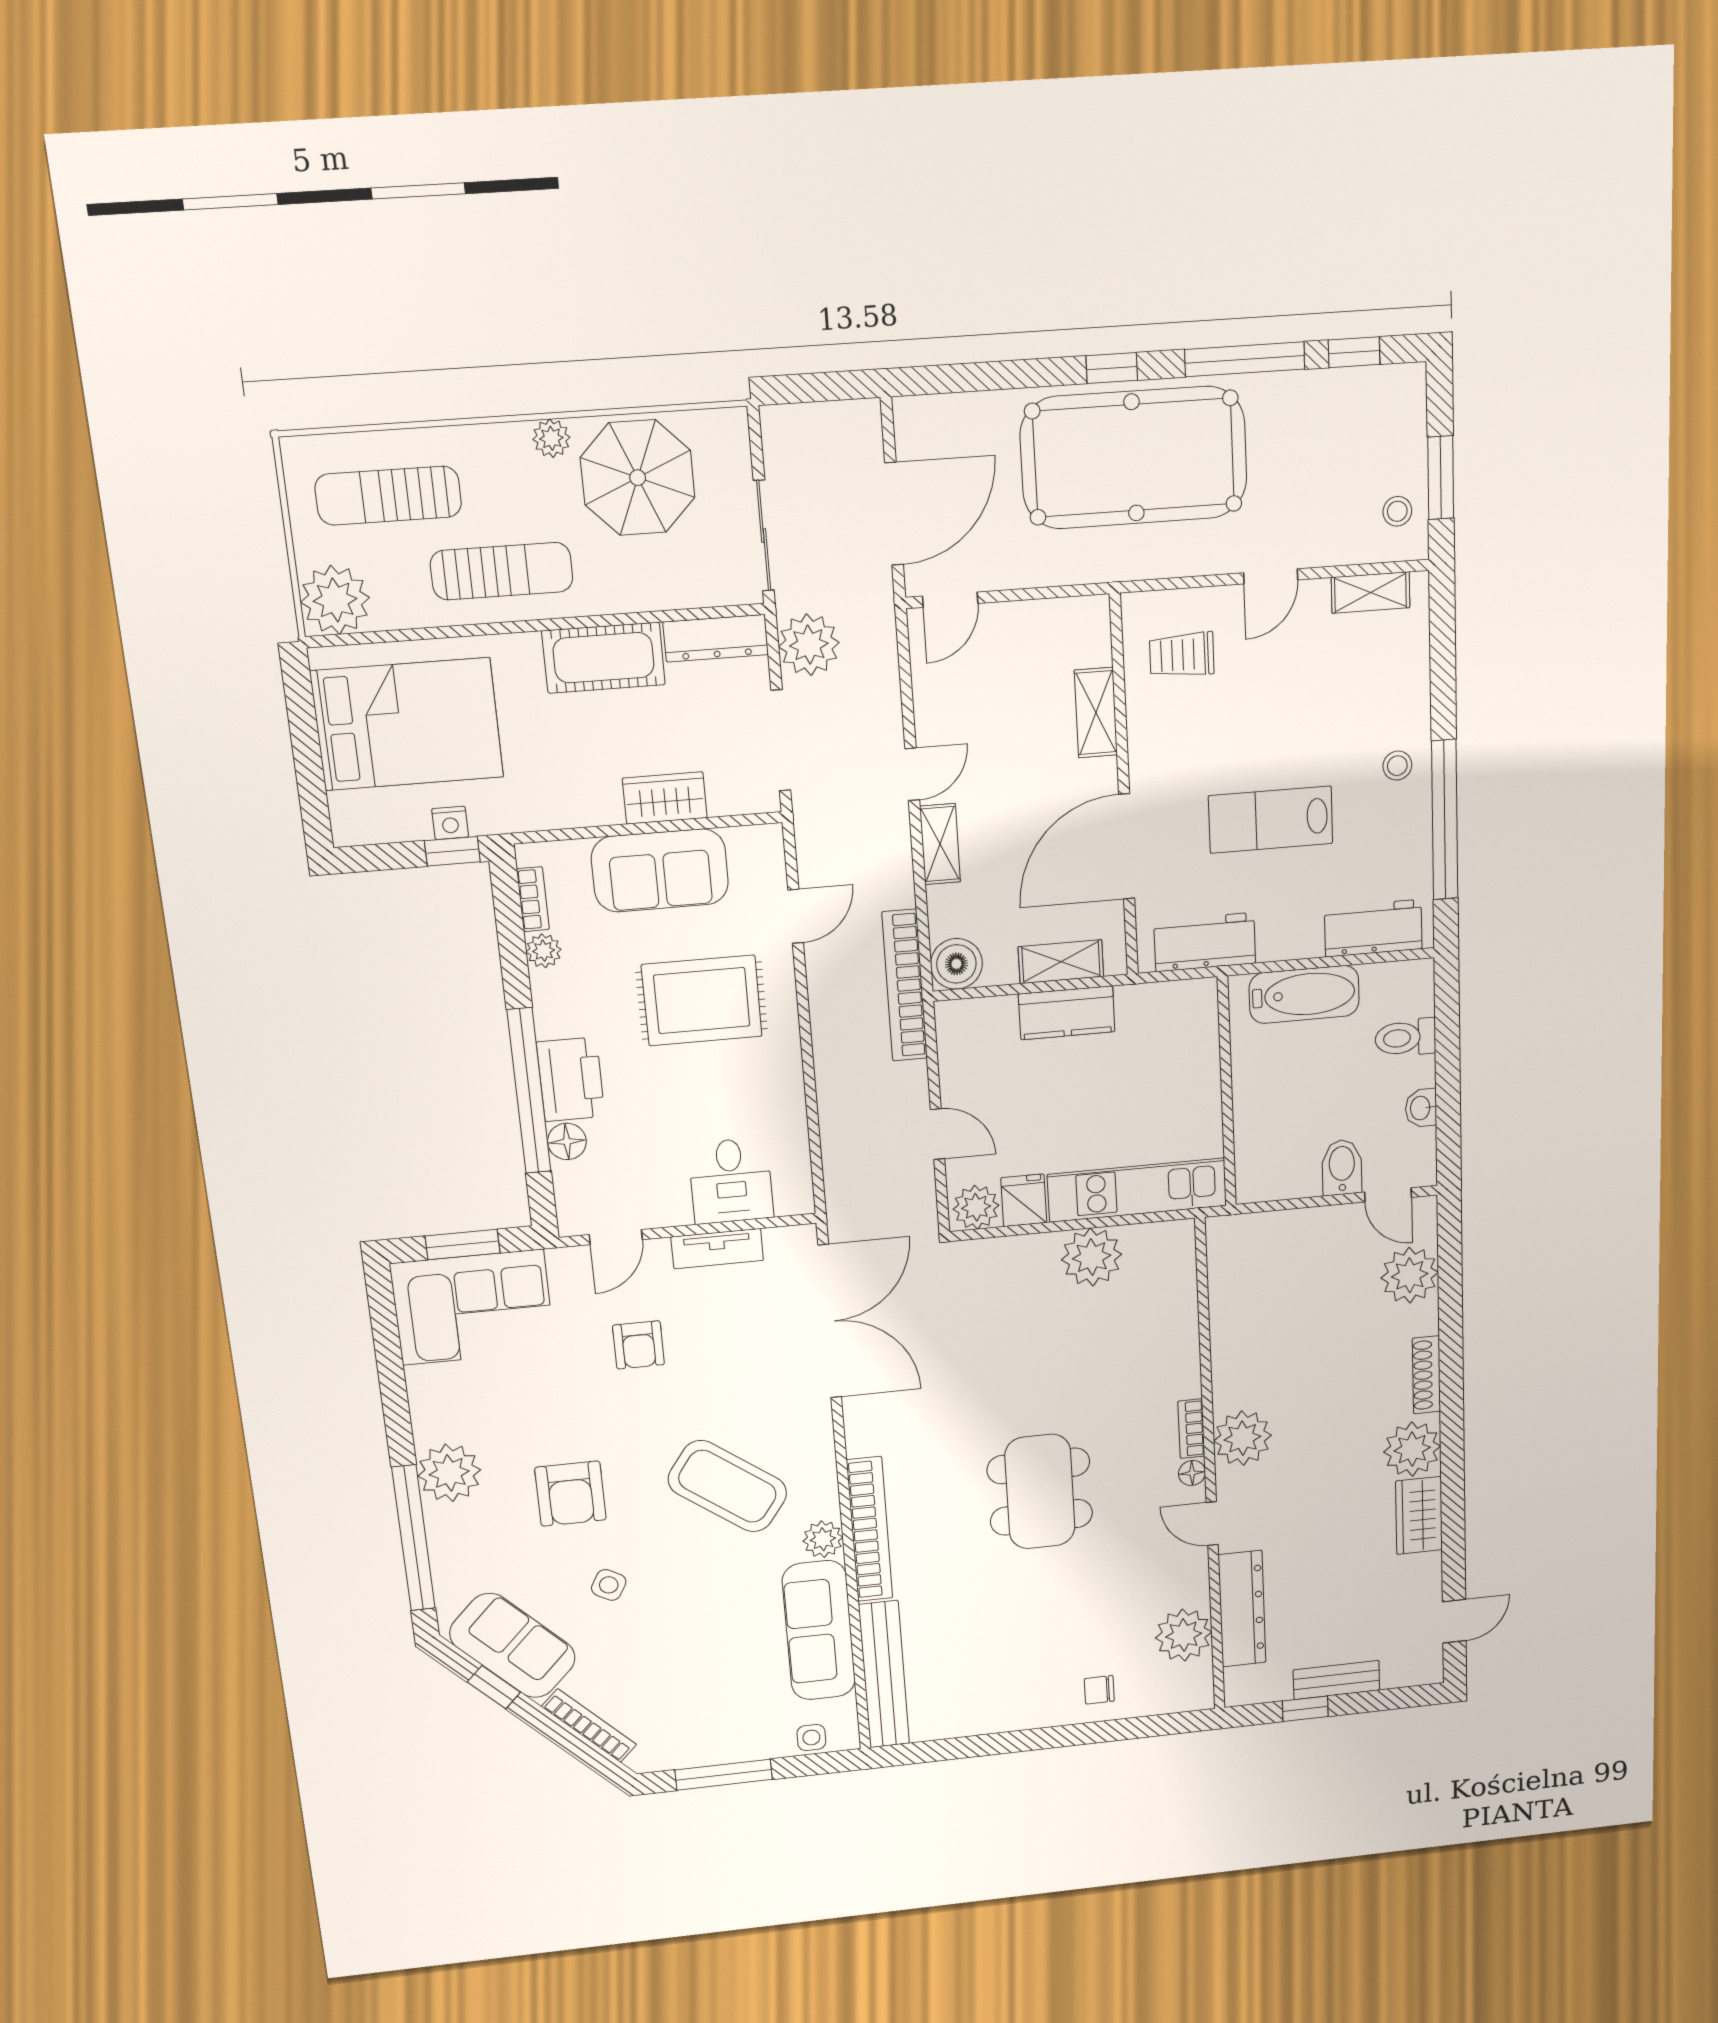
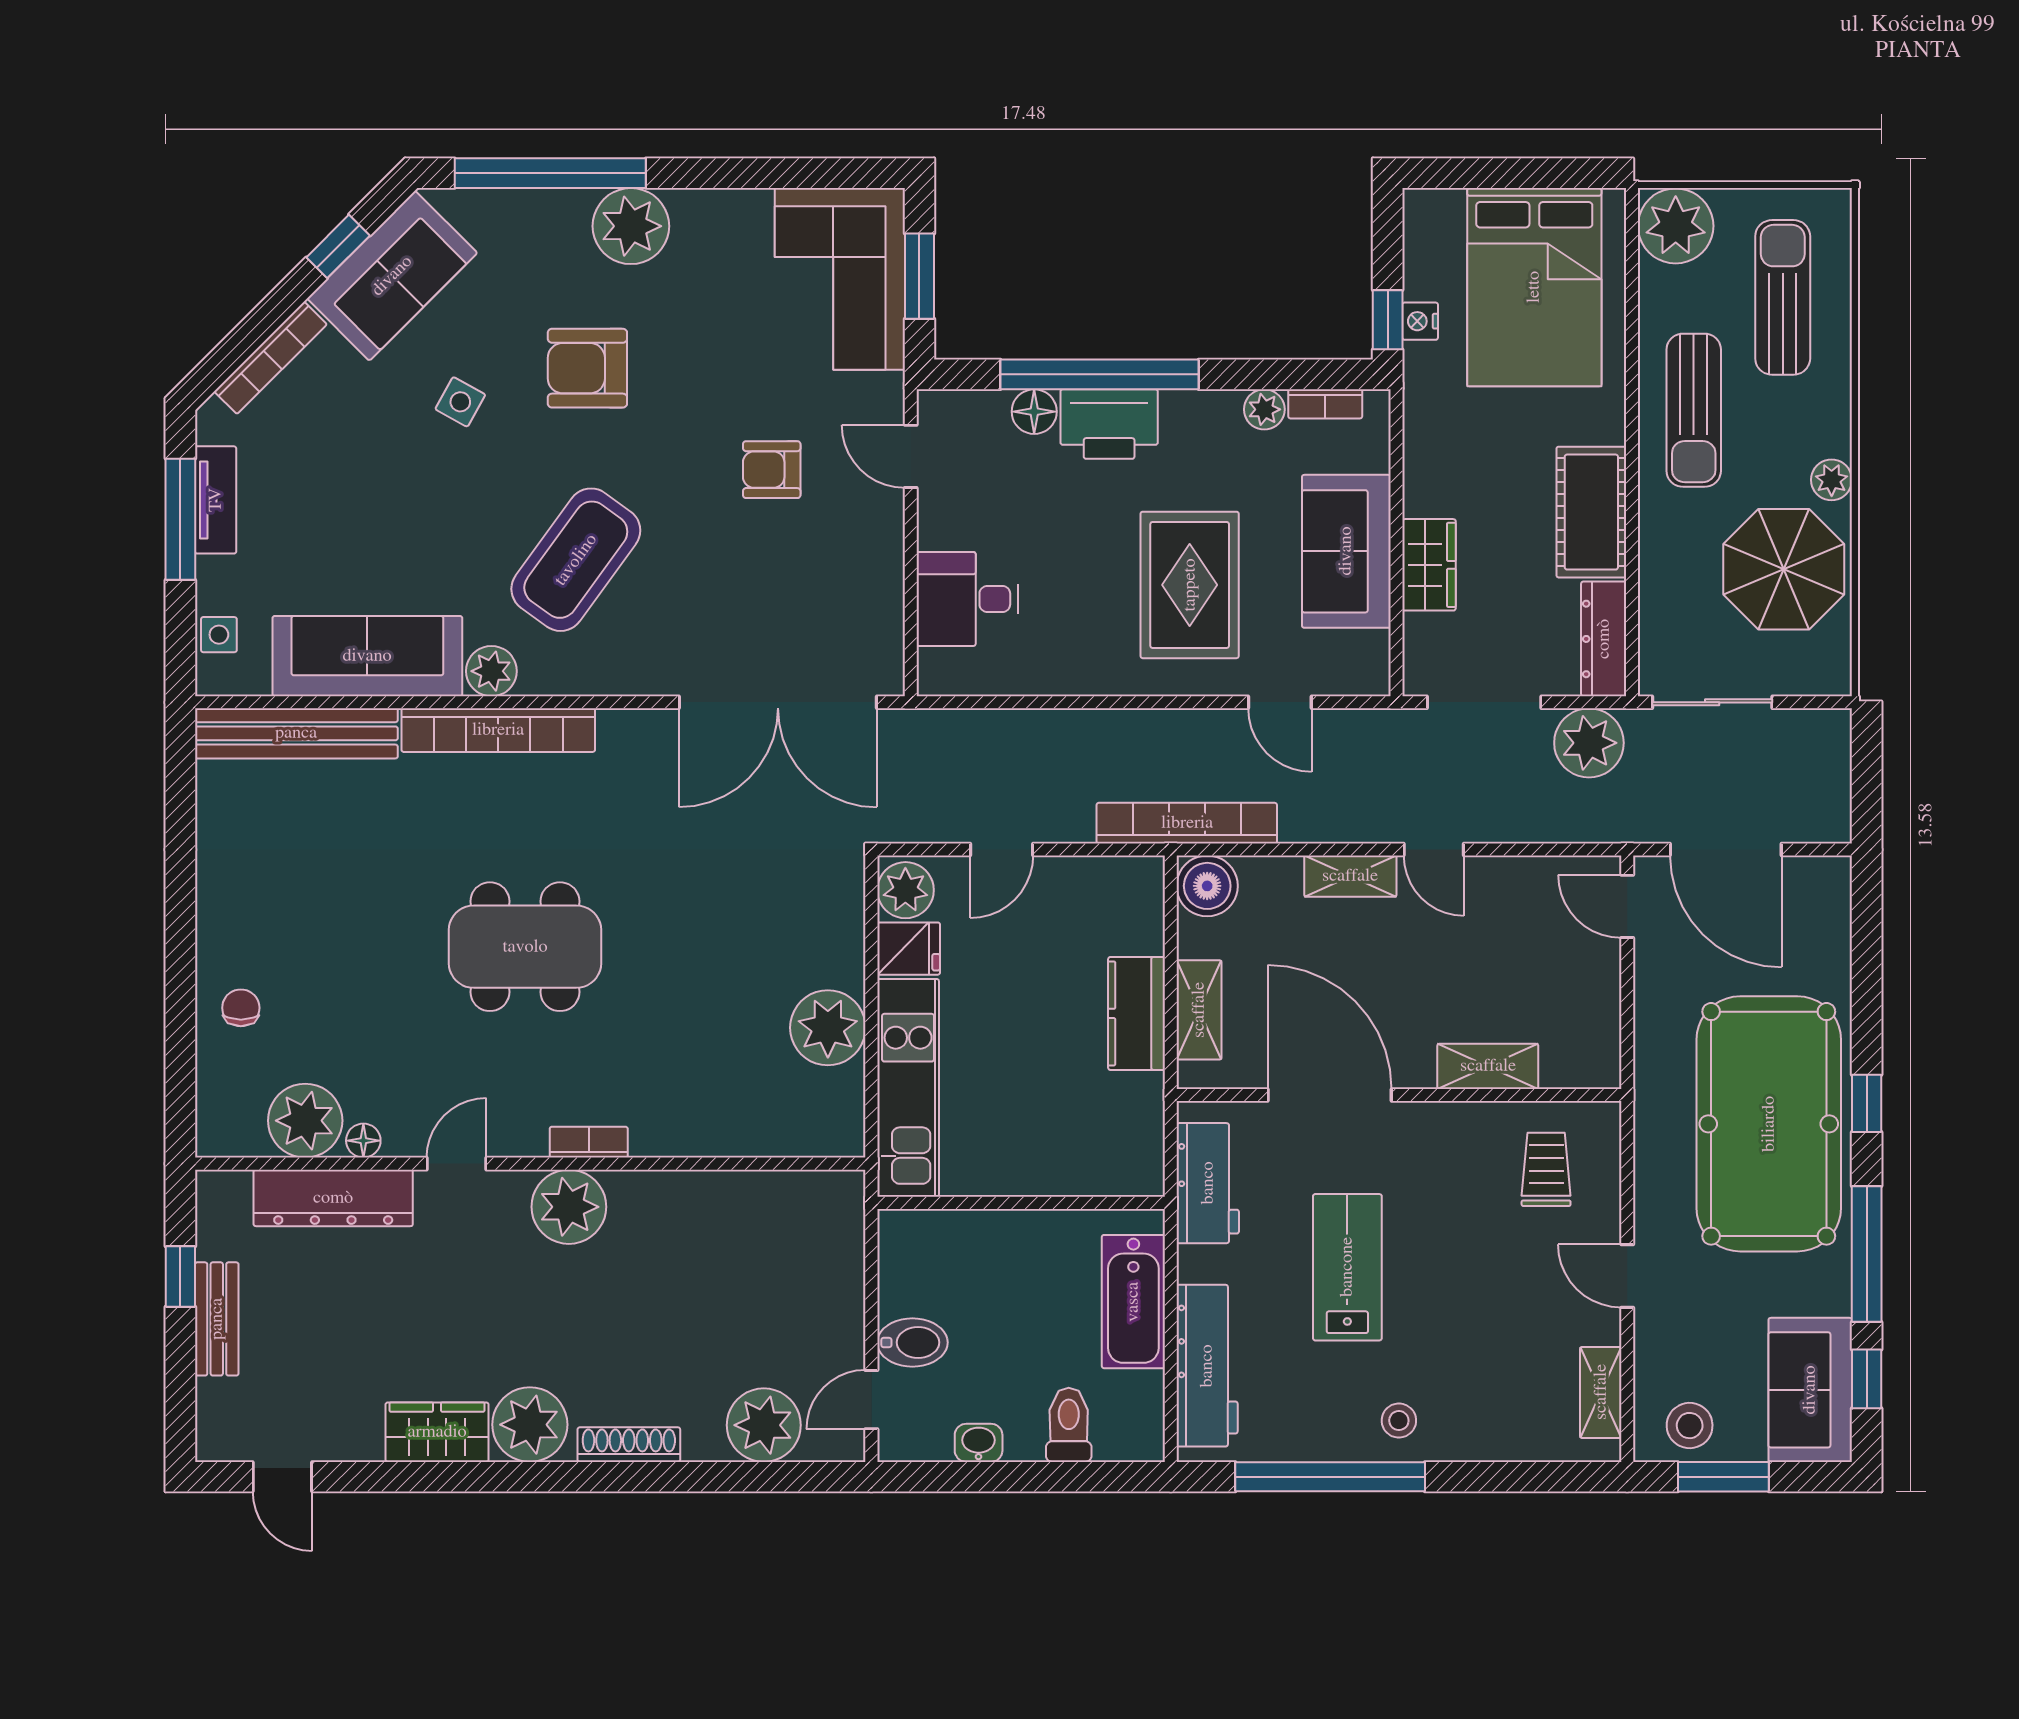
sofa: (1365, 404) -> (1810, 1390), added
stool: (1397, 511) -> (1690, 1426), width x1.37, depth x1.37
workbench: (1373, 928) -> (1207, 1366), width x1.37
tv unit: (717, 1249) -> (216, 500), moved, turned 180
floor lamp: (1192, 1473) -> (363, 1141), moved

